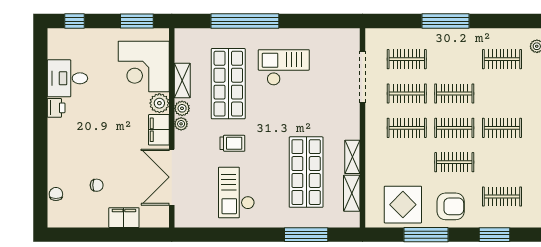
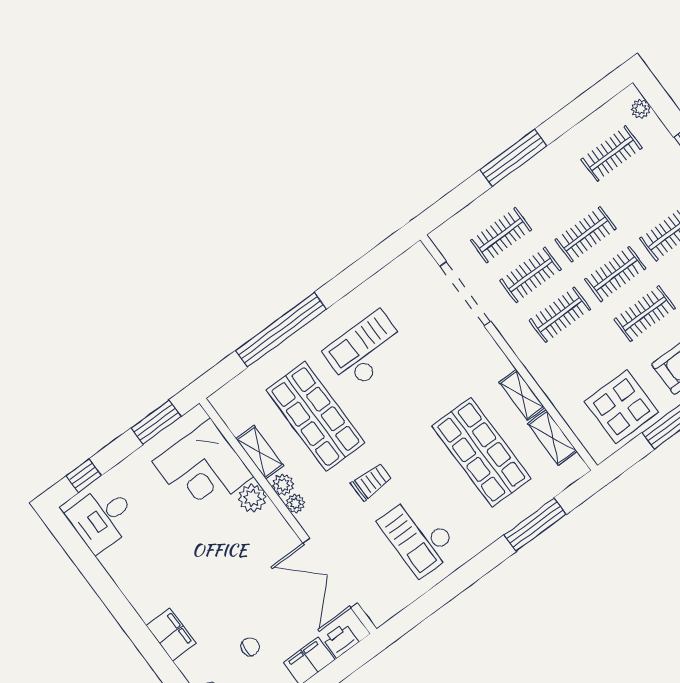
desk: (67, 78) -> (102, 518), moved
printer: (56, 108) -> (341, 640), moved, turned -90
filing cabinet: (159, 130) -> (171, 634), moved, turned 180

